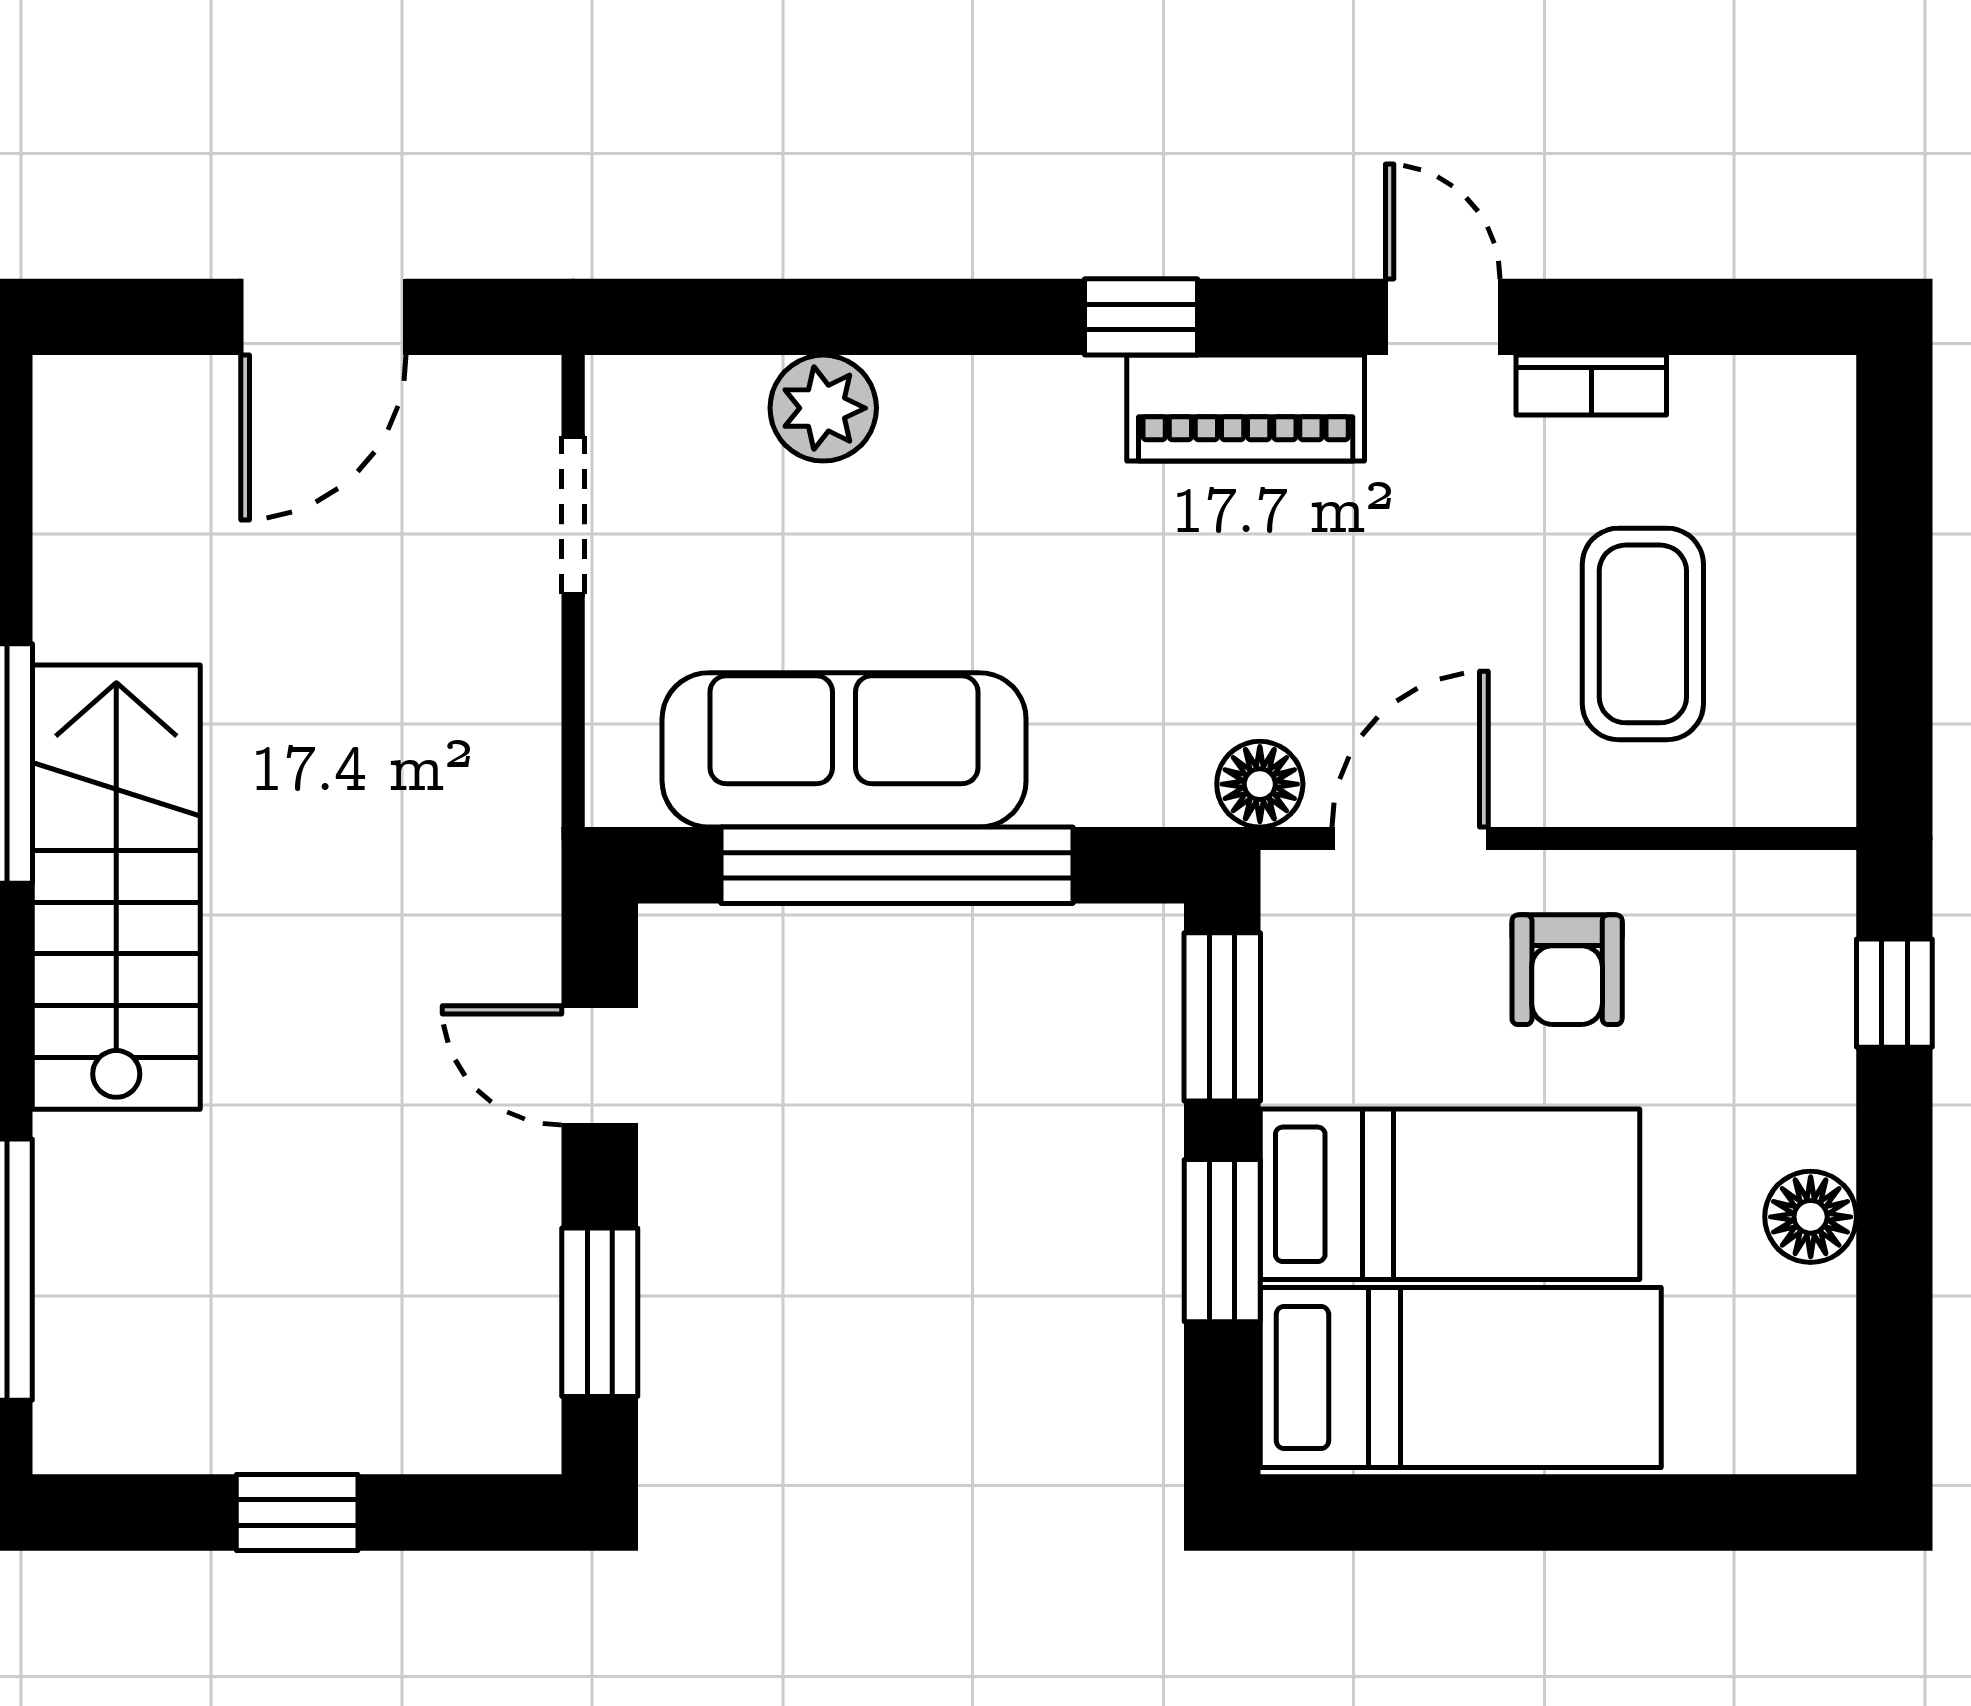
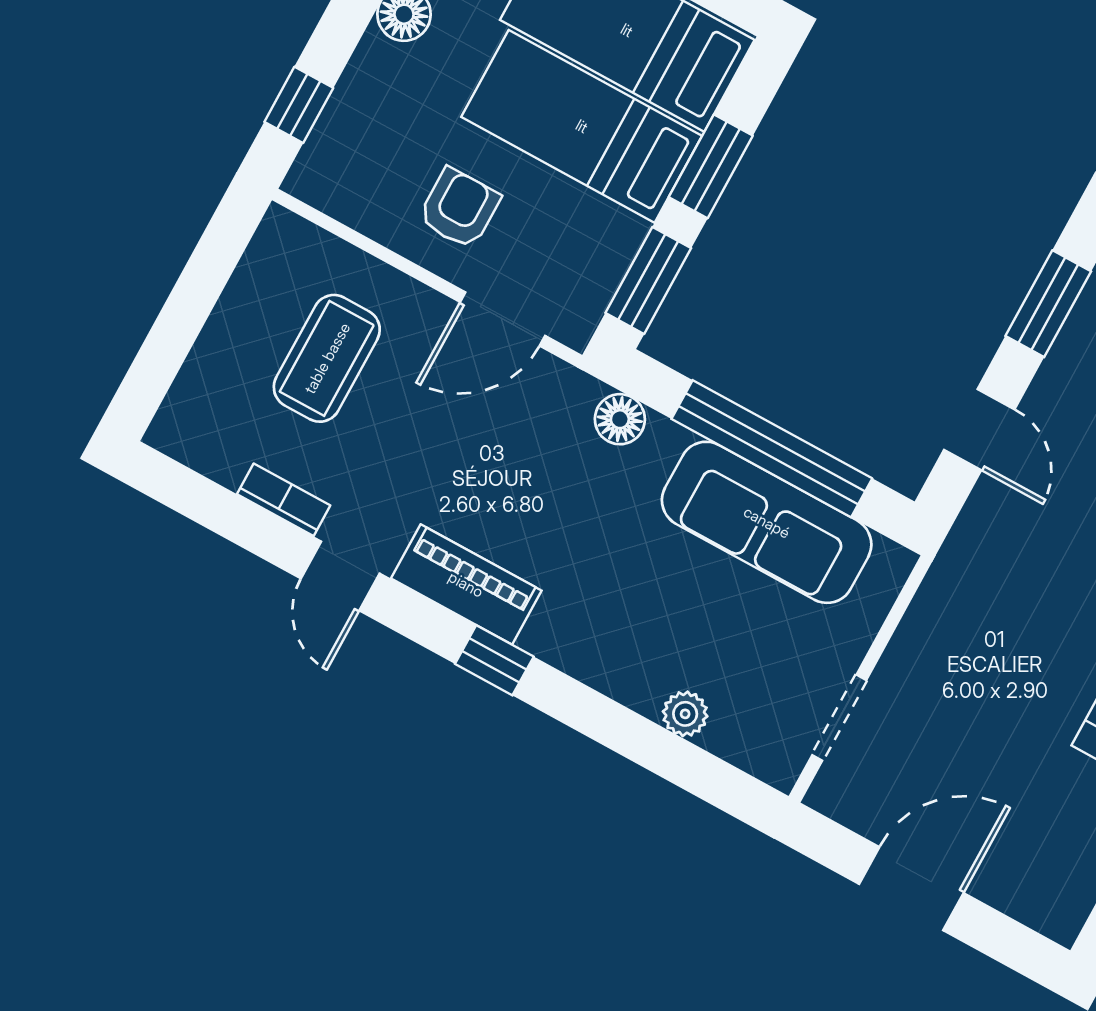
plant: (823, 408) -> (685, 714), width x0.73, depth x0.73
floor lamp: (1260, 784) -> (620, 419), moved

